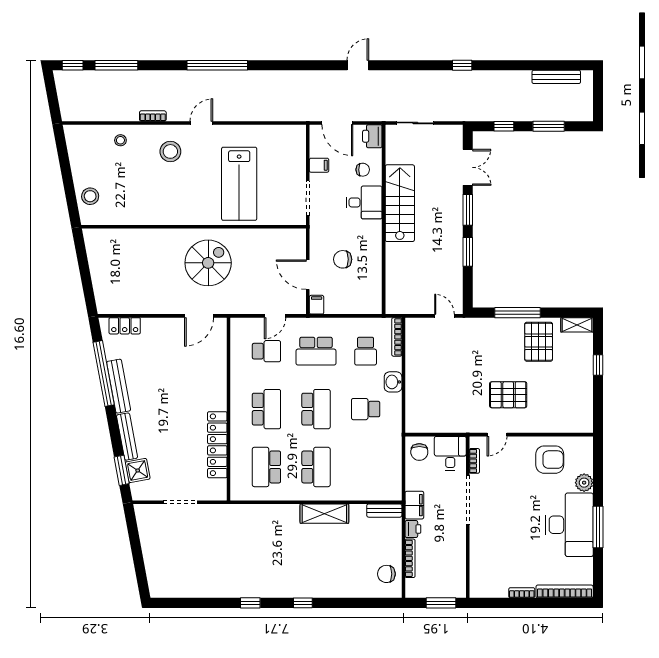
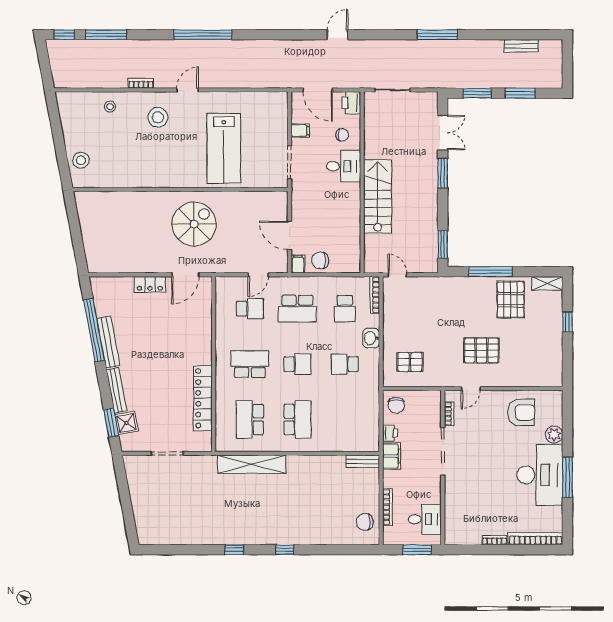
window: (462, 65) -> (437, 35), width x2.17
bench: (556, 77) -> (521, 46), width x0.73
window: (504, 126) -> (477, 93), width x1.50
stairs: (400, 203) -> (378, 196), moved
window: (468, 252) -> (443, 244), moved
chair: (343, 259) -> (320, 260), moved
door: (444, 316) -> (397, 275), moved
locker: (125, 326) -> (150, 284), moved
pallet: (434, 407) -> (410, 362), added
school desk: (266, 409) -> (250, 364), turned -90
school desk: (316, 409) -> (297, 364), width x0.54
desk: (450, 453) -> (425, 519), moved, turned 90
shelving: (324, 514) -> (252, 464), moved, width x1.47
printer: (413, 529) -> (390, 433), moved

